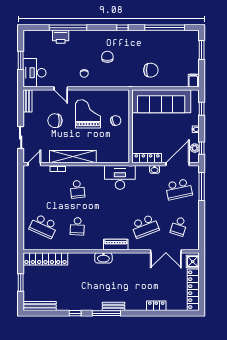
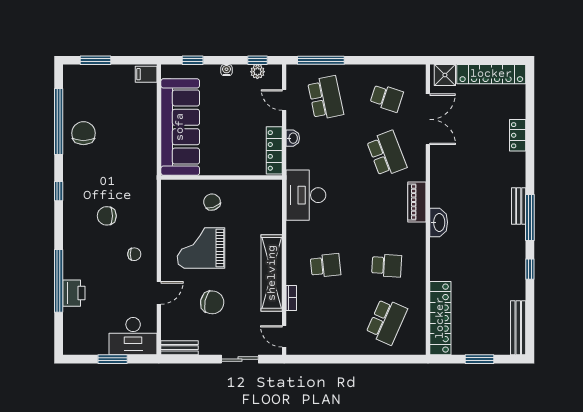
chair: (151, 70) -> (83, 133), moved
chair: (55, 121) -> (212, 302), turned -79
door: (178, 164) -> (284, 100), width x0.53

